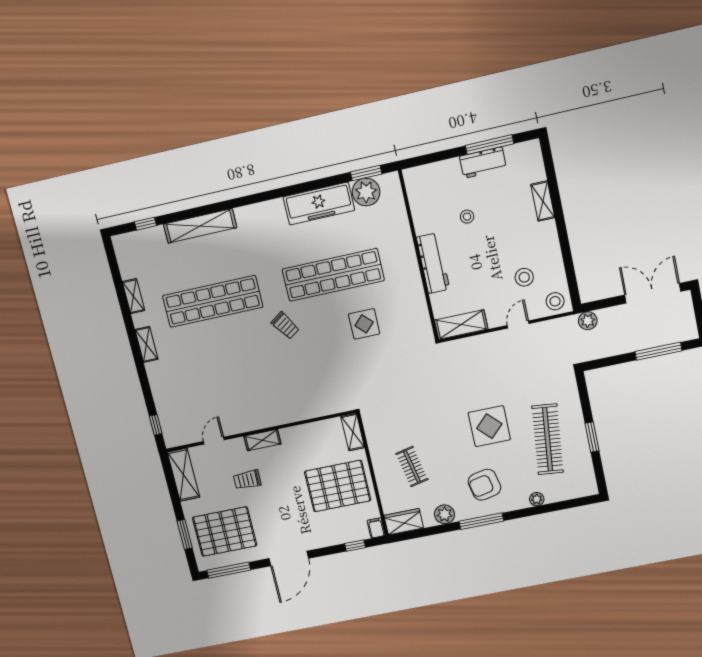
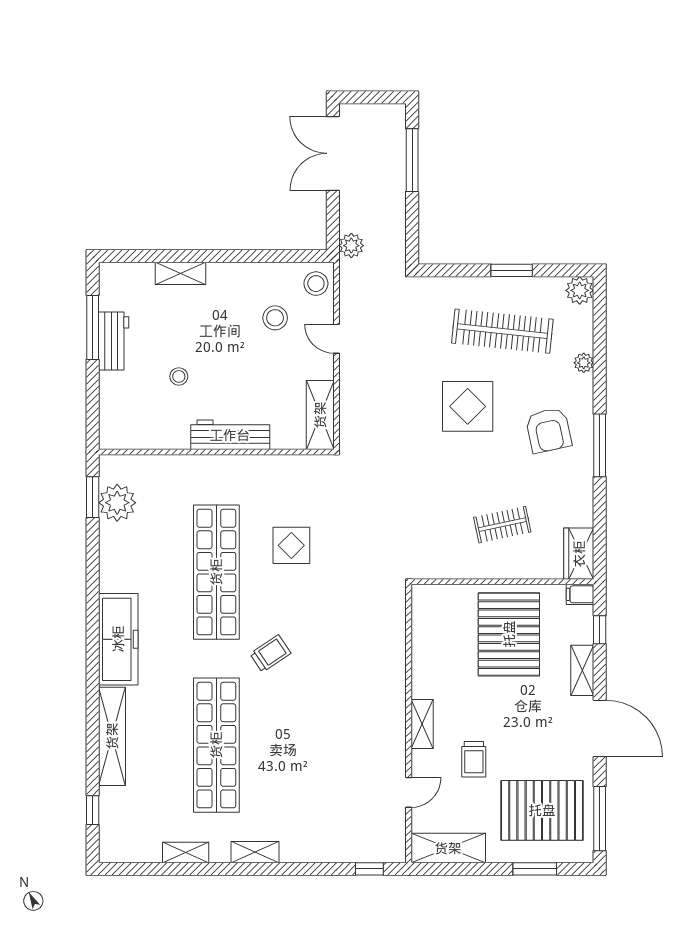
freezer: (319, 204) -> (118, 639), moved
shelving: (353, 432) -> (582, 670), moved, turned 90
door: (214, 441) -> (409, 792), swing flipped
plant: (445, 514) -> (580, 290), moved
pallet: (225, 532) -> (542, 810), turned 90

